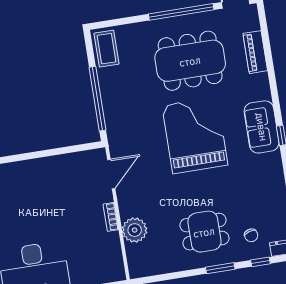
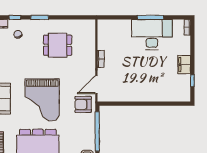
armchair: (127, 139) -> (83, 104), added
plant: (135, 230) -> (88, 49), removed
dining table: (204, 232) -> (58, 45), moved

